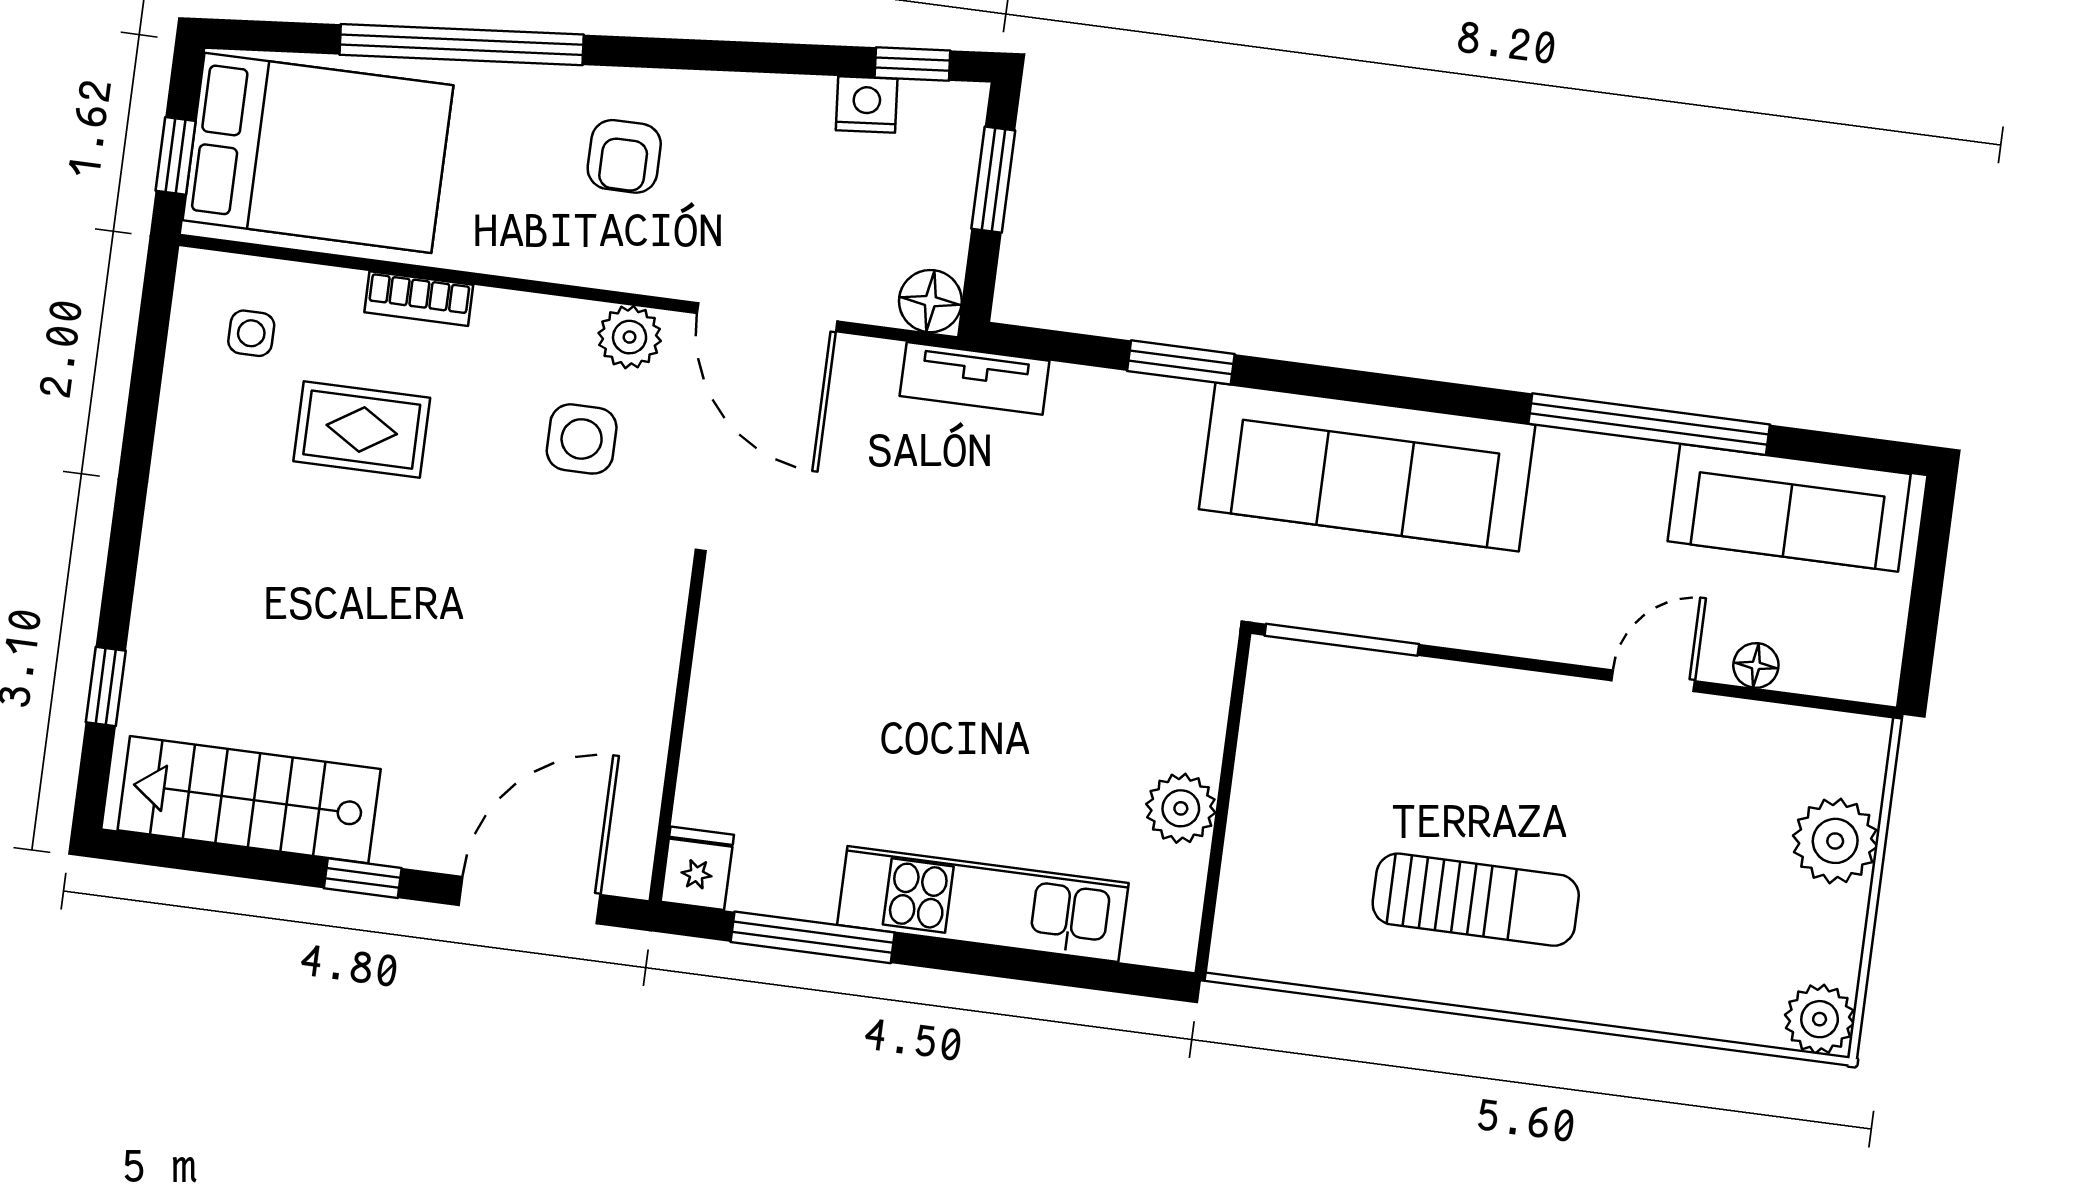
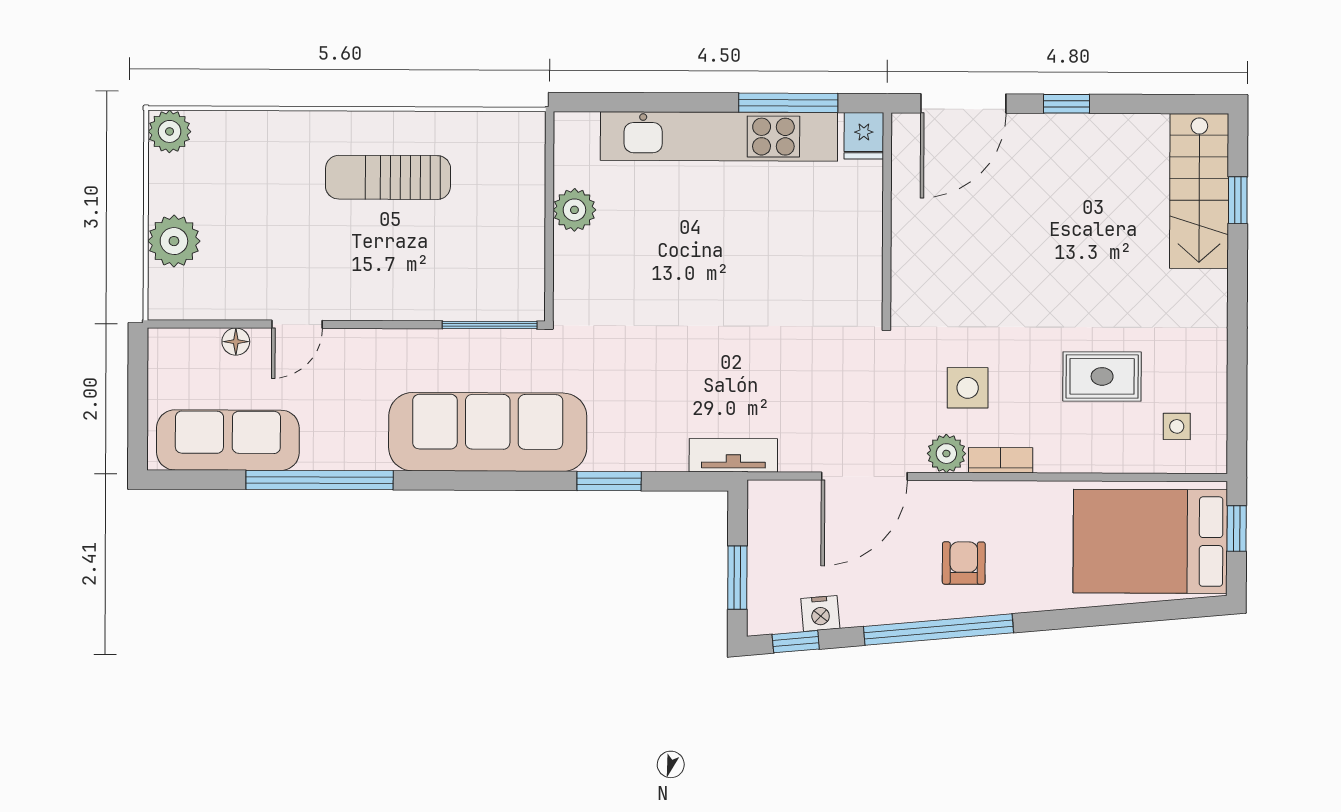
window: (462, 45) -> (939, 630), moved
bookcase: (419, 299) -> (1001, 460), moved
floor lamp: (930, 301) -> (766, 499), removed
door: (767, 317) -> (864, 476), swing flipped
stairs: (249, 800) -> (1199, 191), moved, turned 90
kitchen unit: (983, 904) -> (719, 136), width x1.36

